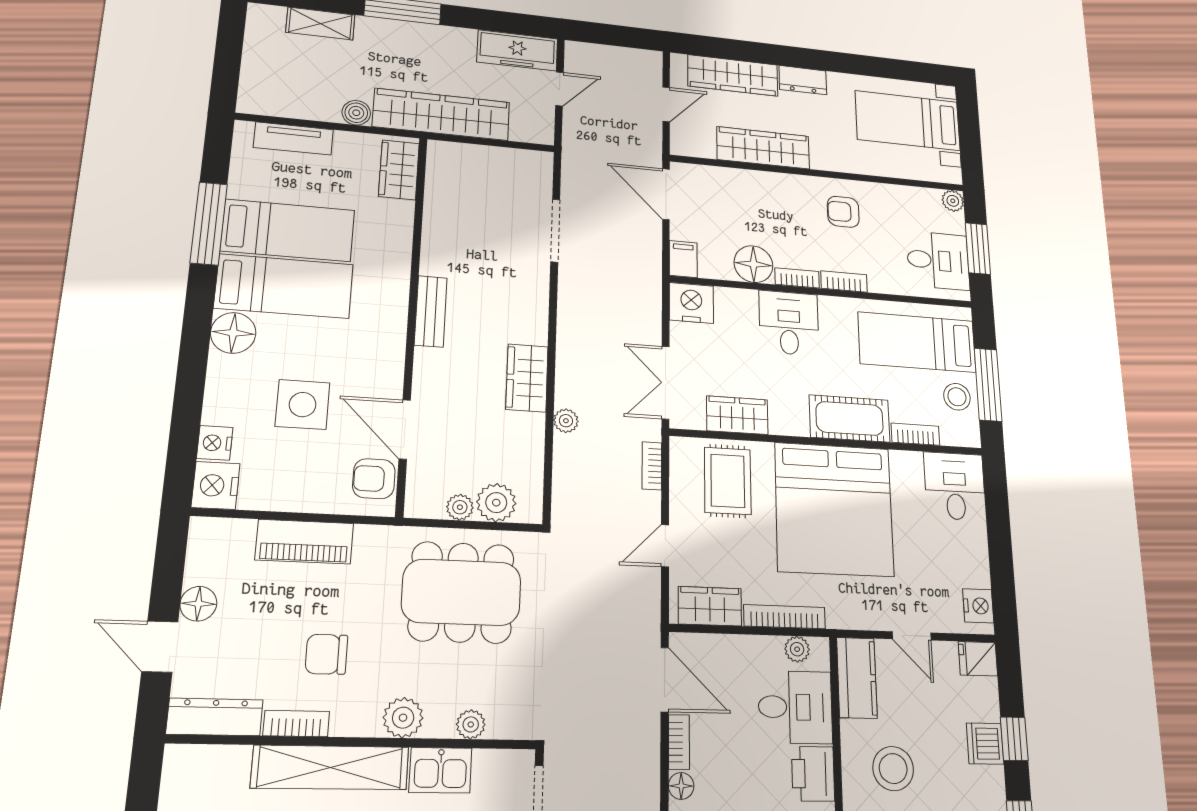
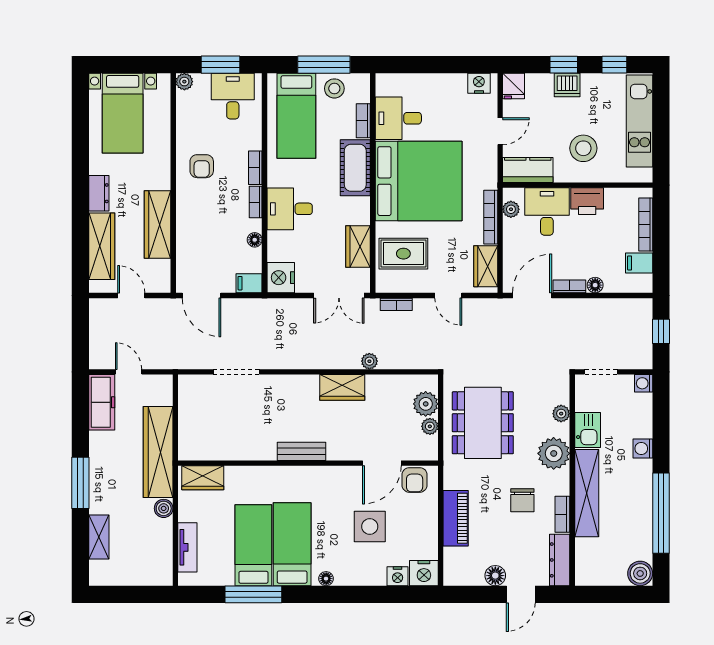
door: (666, 194) -> (201, 295), hinge flipped
floor lamp: (753, 264) -> (255, 240), width x0.53, depth x0.53
floor lamp: (233, 333) -> (326, 579), width x0.53, depth x0.53
desk: (955, 486) -> (398, 118), moved
plant: (403, 718) -> (554, 453), width x1.36, depth x1.36

